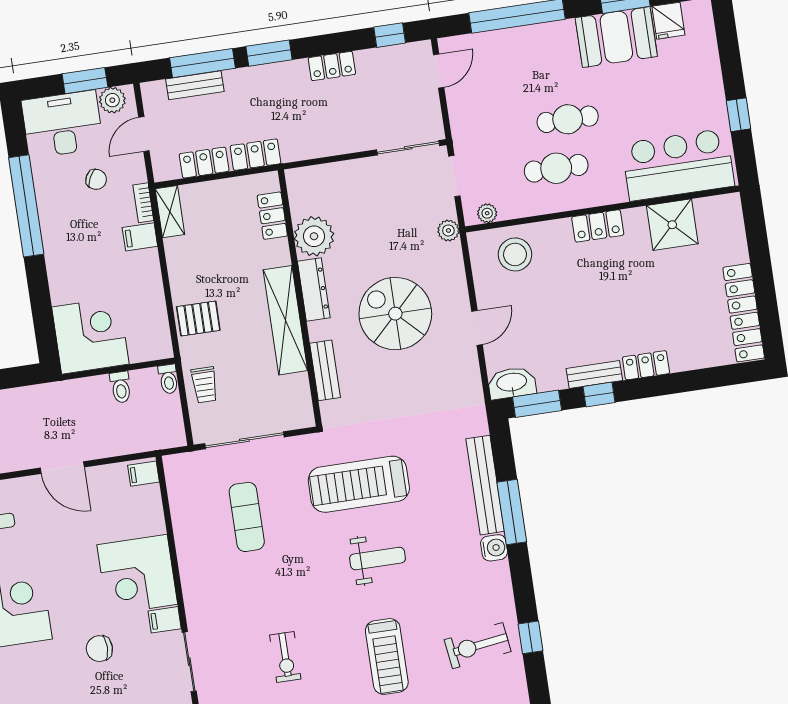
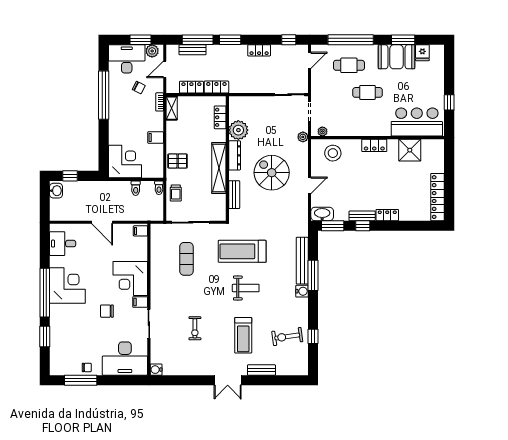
cafe table: (556, 168) -> (349, 65), moved
filing cabinet: (140, 237) -> (156, 137), moved

